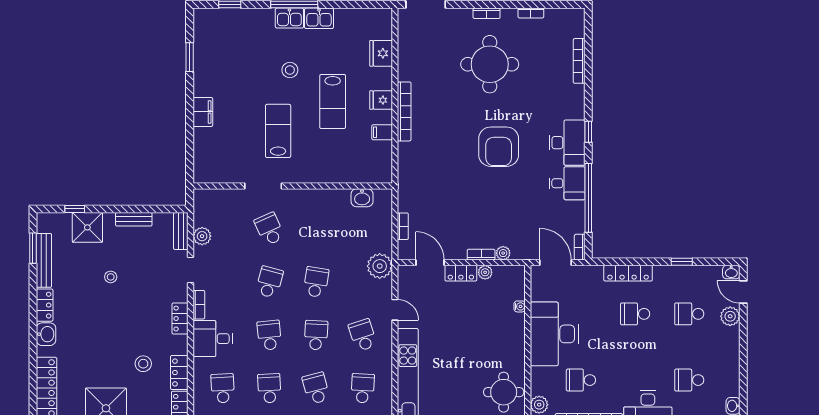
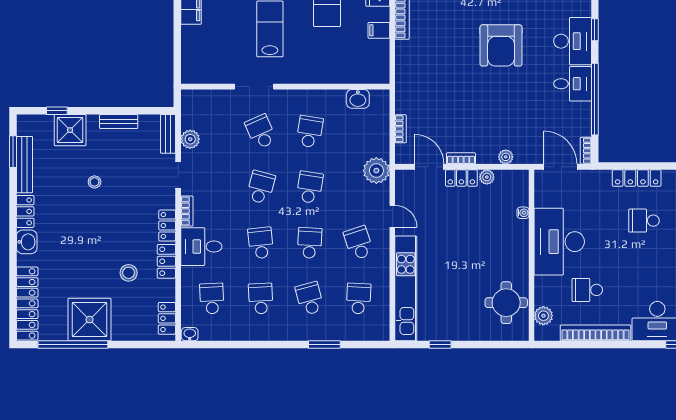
school desk: (316, 229) -> (310, 132), added
bookcase: (481, 255) -> (461, 158), moved
locker: (179, 373) -> (166, 261), moved

